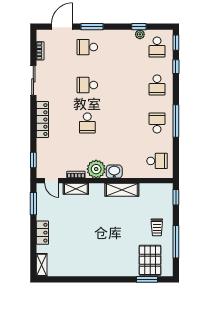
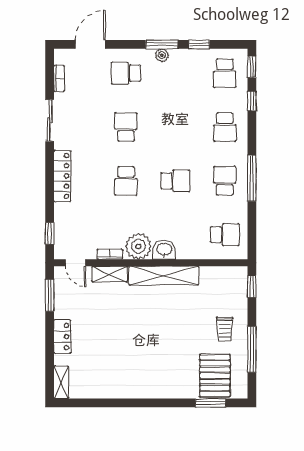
window: (92, 27) -> (162, 44), moved
plant: (140, 34) -> (162, 55), moved
school desk: (87, 85) -> (126, 127), turned 90
school desk: (122, 123) -> (175, 181), added
shelving: (122, 190) -> (164, 276), width x1.47

